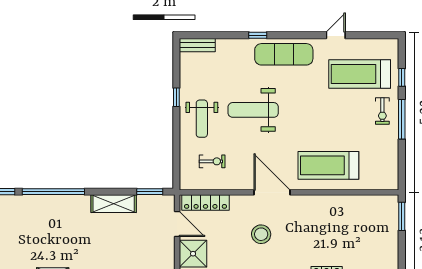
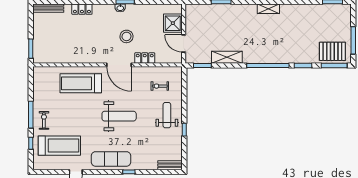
weight bench: (253, 110) -> (119, 116), moved
treadmill: (328, 165) -> (81, 83), turned 180
locker: (206, 203) -> (145, 58), moved, width x0.66

